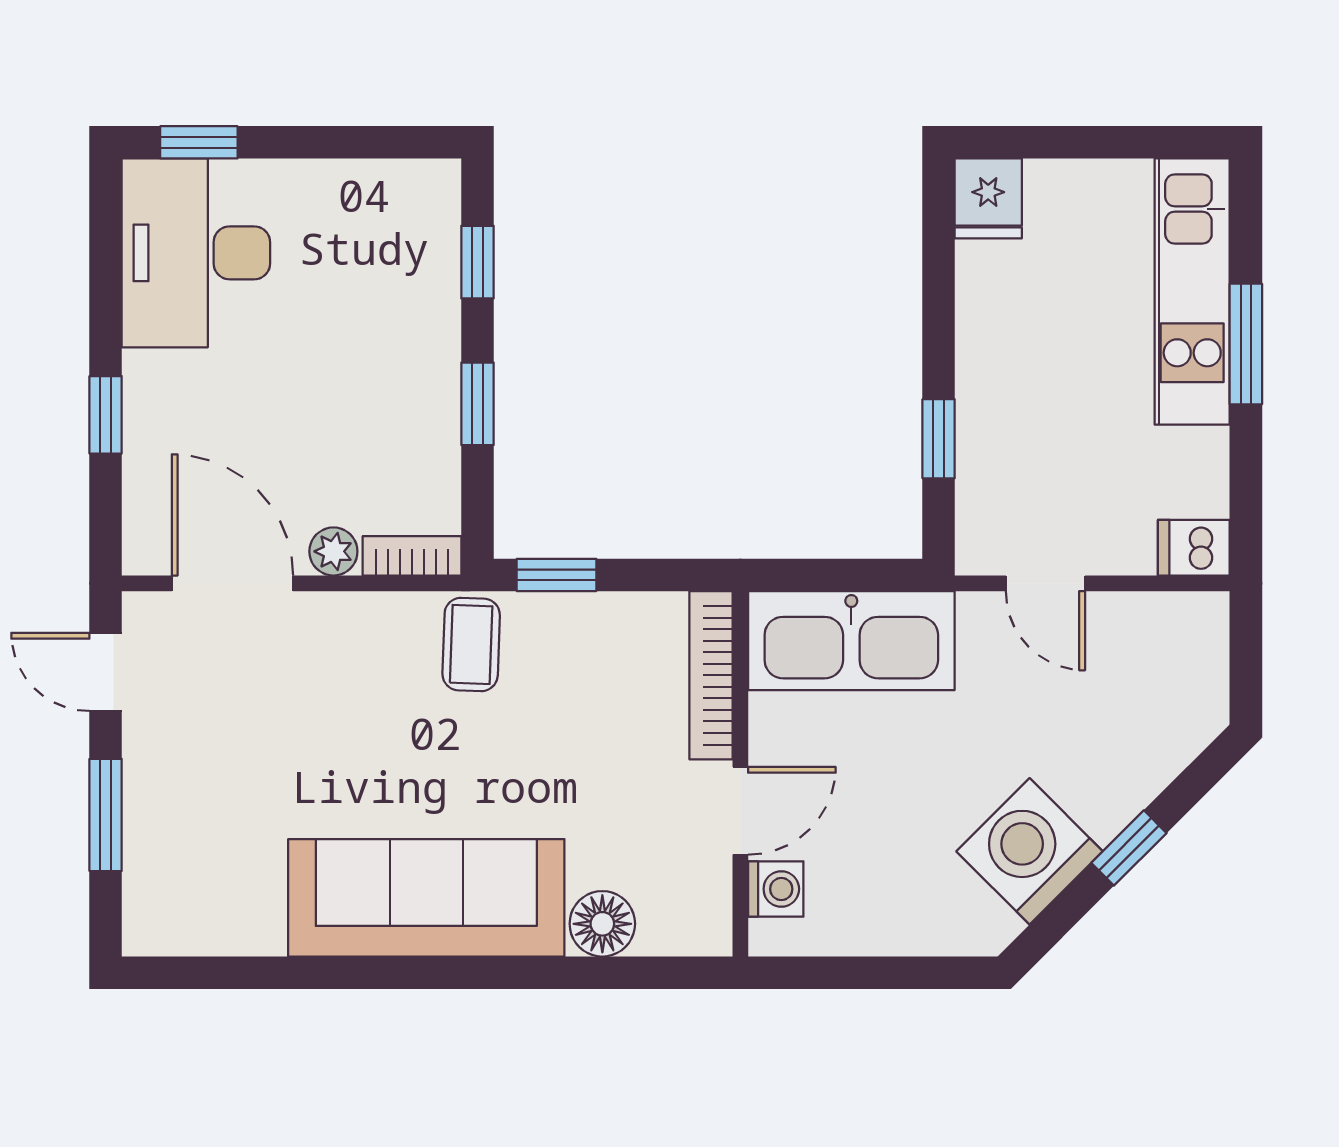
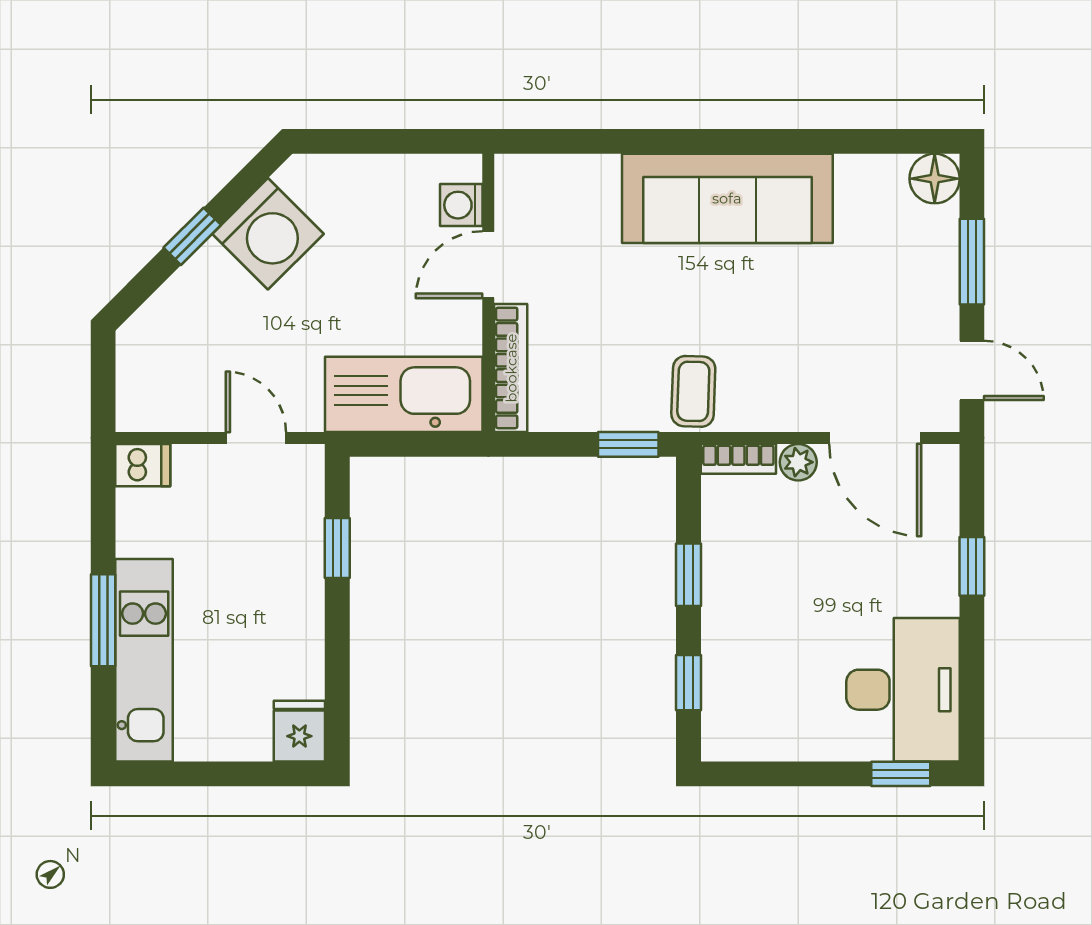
floor lamp: (602, 924) -> (935, 179), moved

